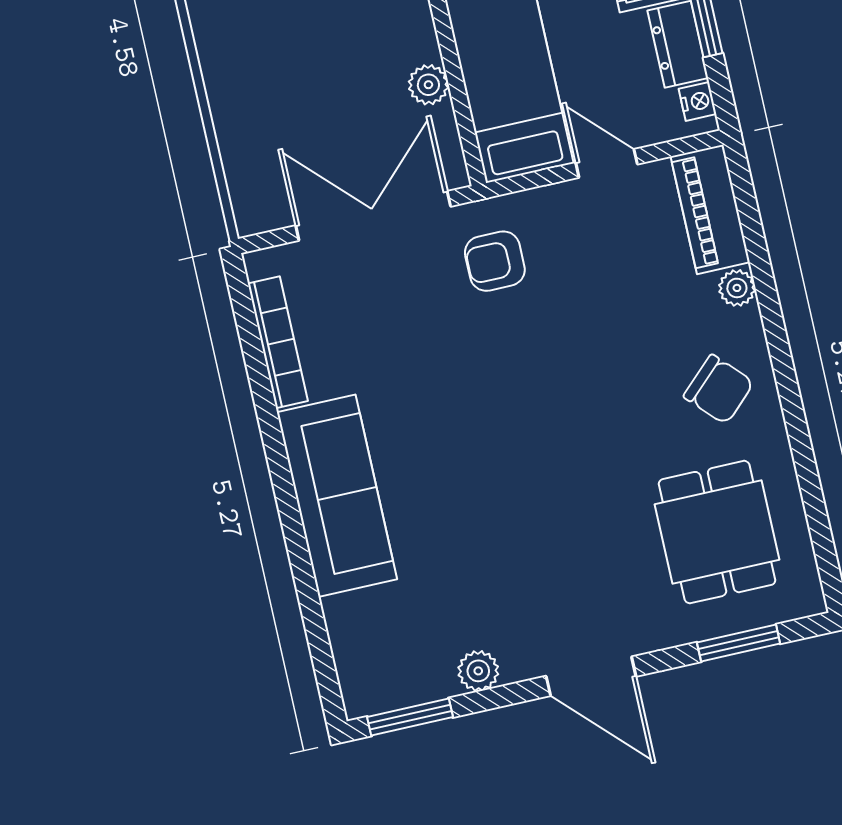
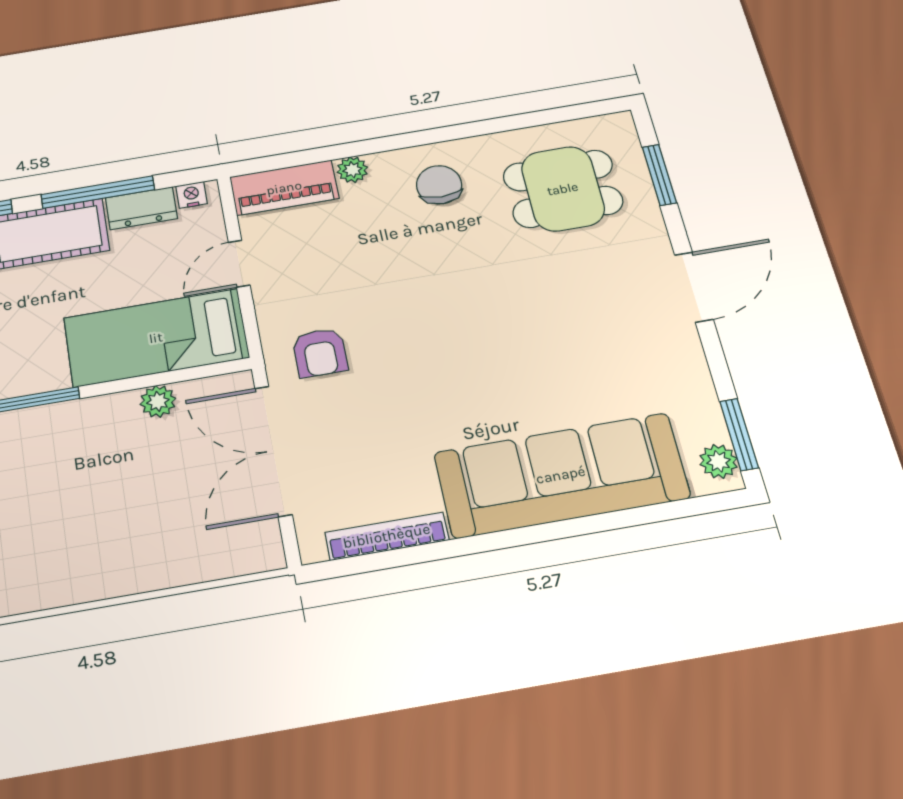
chair: (719, 389) -> (439, 185), turned -46
sofa: (337, 496) -> (561, 475), width x1.36, depth x1.27
plant: (478, 671) -> (718, 461), moved

